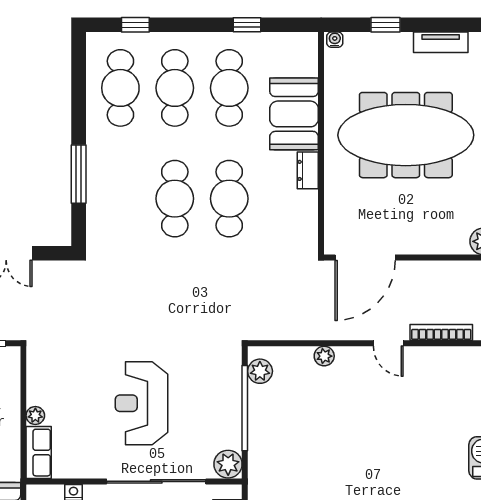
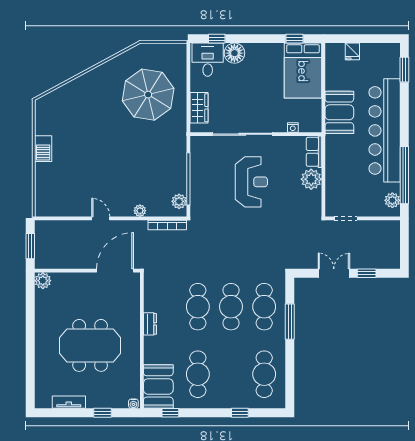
window: (135, 25) -> (240, 413), moved
window: (247, 25) -> (170, 413), moved
cafe table: (175, 88) -> (264, 307), moved
booth: (294, 114) -> (158, 386), moved
meeting table: (406, 135) -> (90, 345), width x0.73
bookcase: (441, 332) -> (167, 225), moved
plant: (35, 415) -> (311, 179), width x1.88, depth x1.88
plant: (228, 464) -> (199, 145), removed

